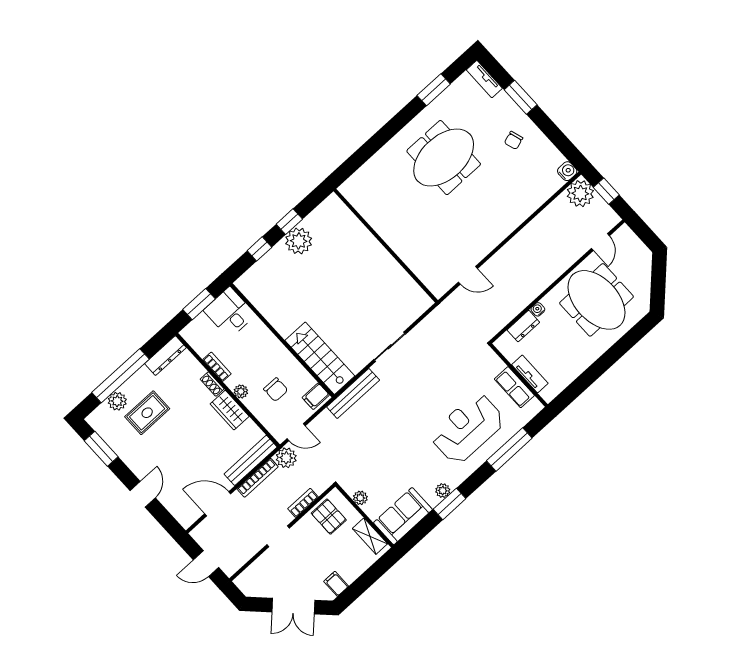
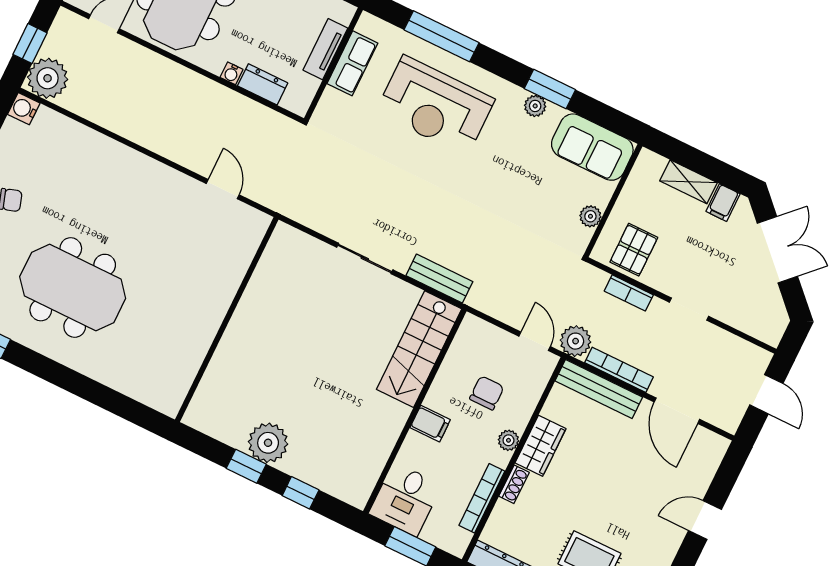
bookcase: (217, 367) -> (482, 498), width x1.56
bench: (353, 394) -> (439, 279), width x0.73
filing cabinet: (316, 396) -> (430, 424), moved
shelving: (370, 536) -> (689, 182), moved, turned 90

